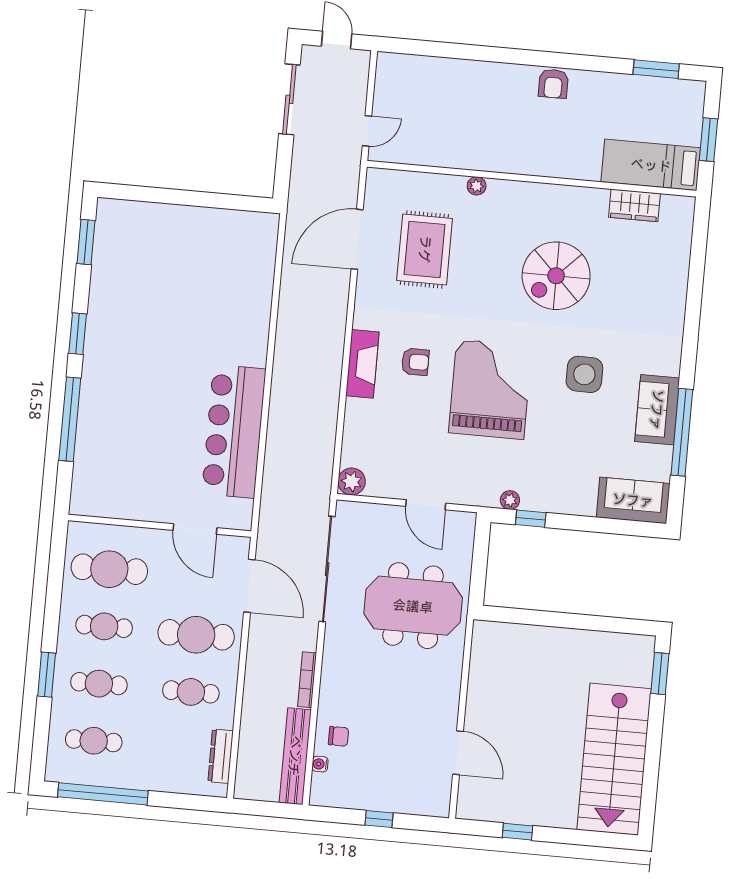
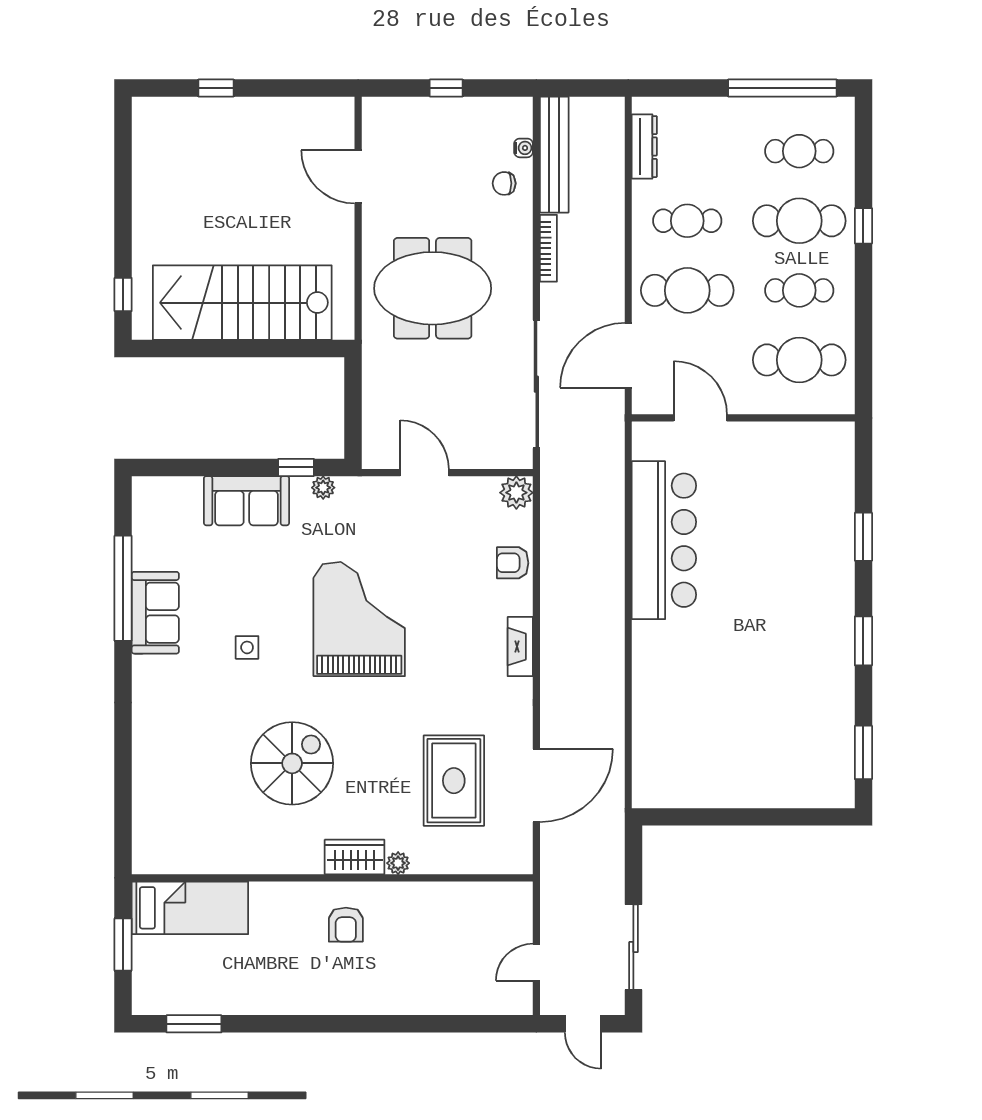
armchair: (553, 84) -> (346, 925), moved, turned 180
door: (367, 131) -> (536, 962), moved
wardrobe: (634, 205) -> (355, 857), moved
armchair: (415, 362) -> (513, 563), moved
fireplace: (362, 364) -> (520, 647), width x0.73, depth x0.76
side table: (584, 374) -> (247, 647), width x0.54, depth x0.54
grand piano: (490, 389) -> (359, 619), turned 180
window: (70, 419) -> (863, 537), width x0.47
sofa: (633, 500) -> (246, 501), moved
door: (249, 586) -> (628, 355), hinge flipped
meeting table: (413, 606) -> (433, 288), moved
window: (660, 674) -> (123, 295), width x0.67
window: (47, 675) -> (863, 226), width x0.67
cafe table: (99, 684) -> (799, 221), width x1.37, depth x1.35
stairs: (614, 759) -> (242, 303), moved, turned -90
window: (517, 832) -> (216, 88), moved

